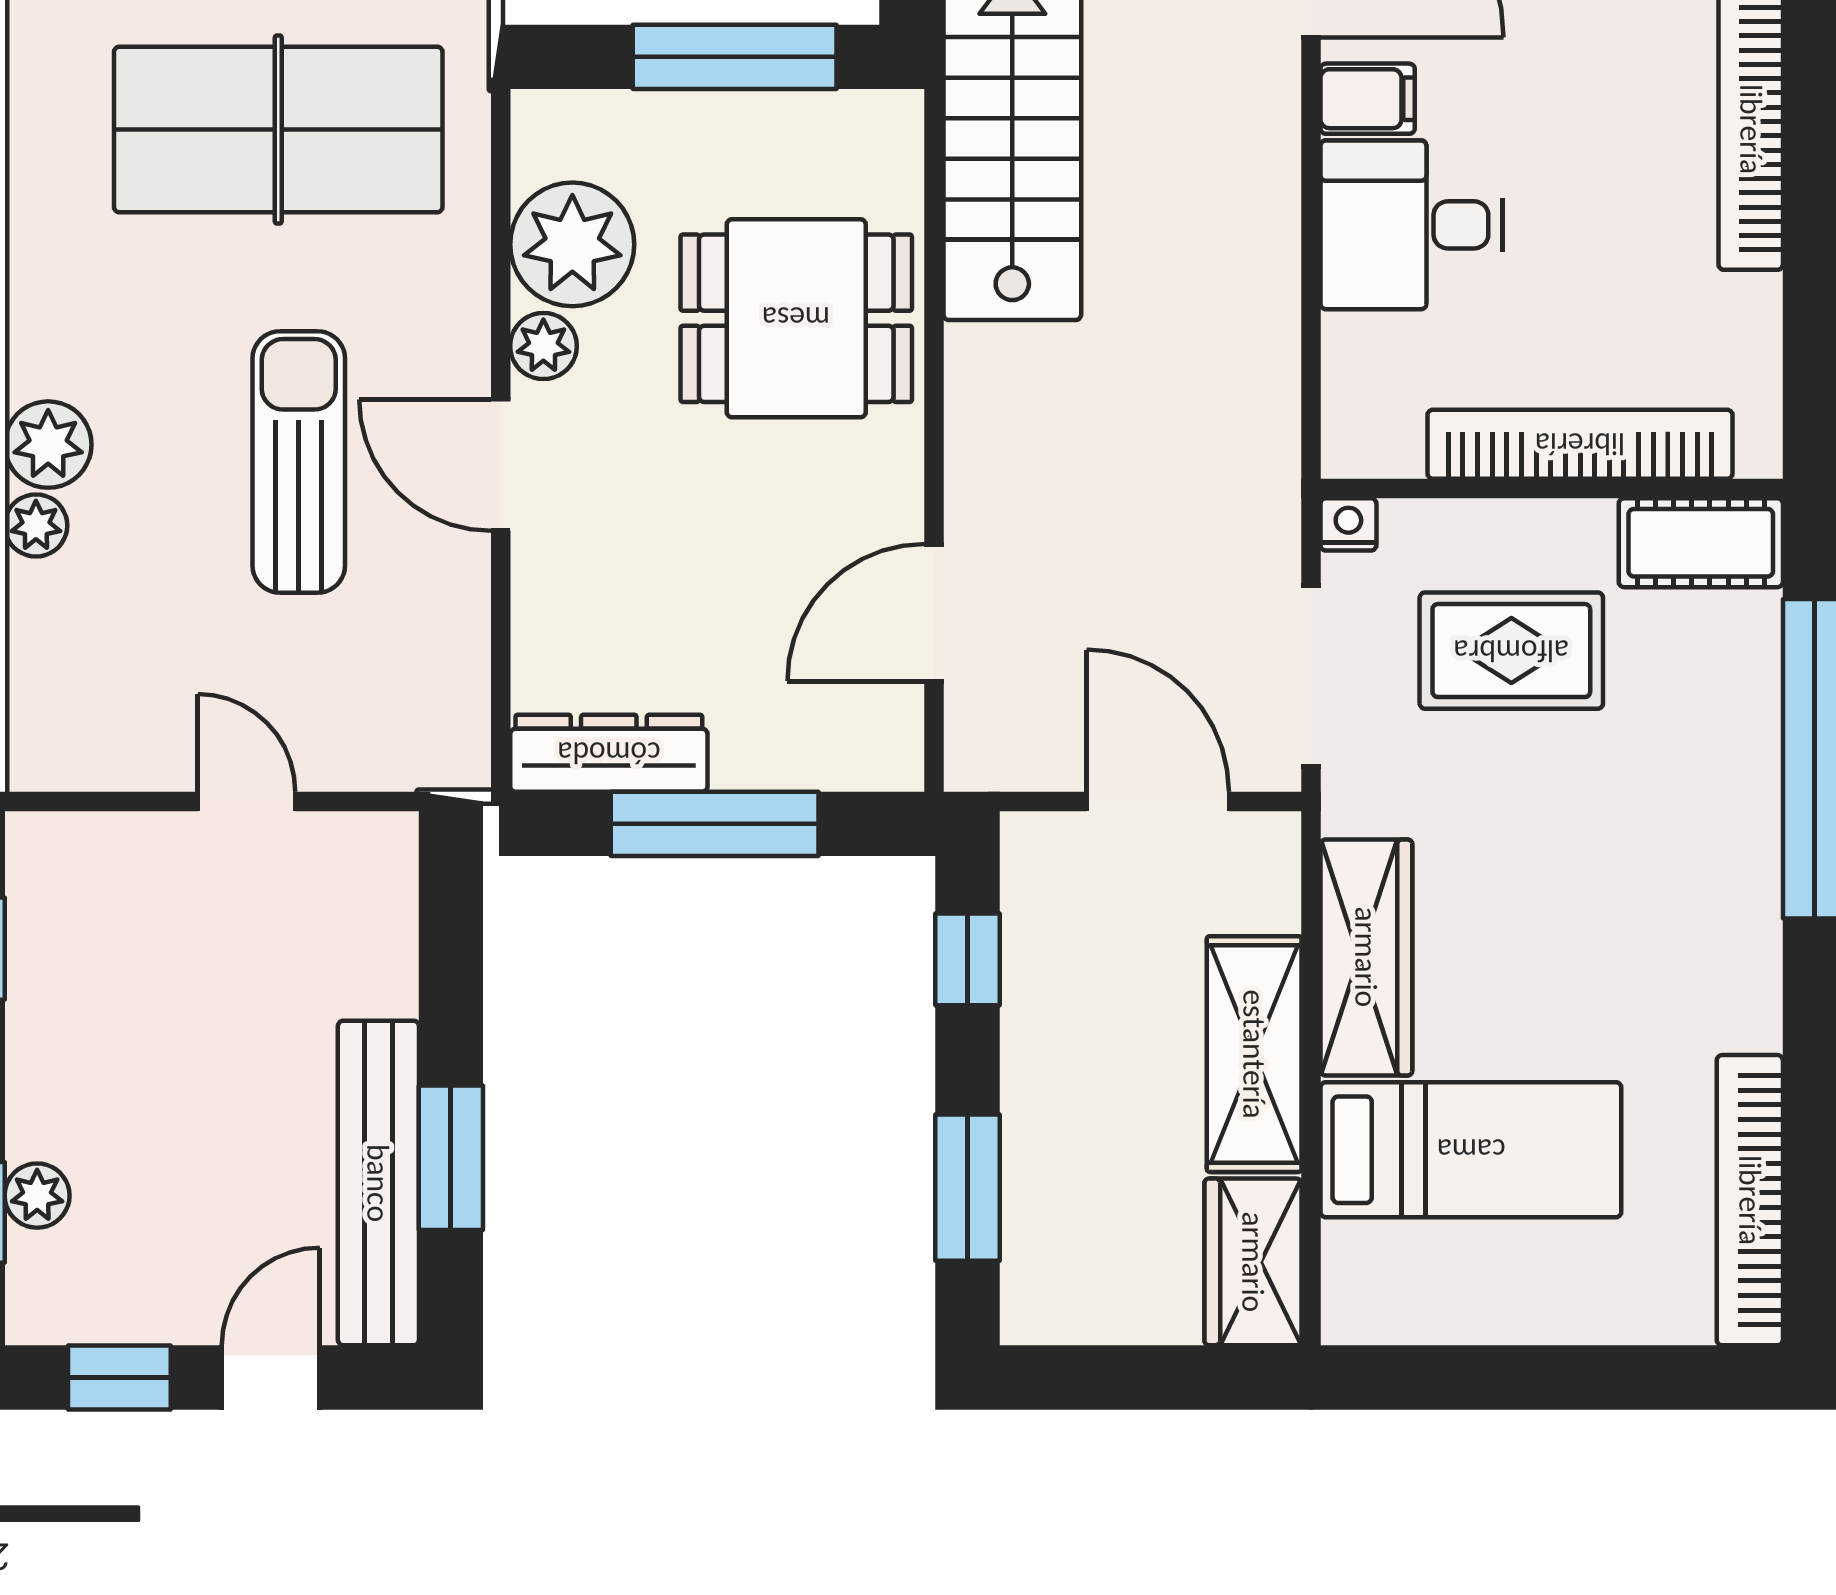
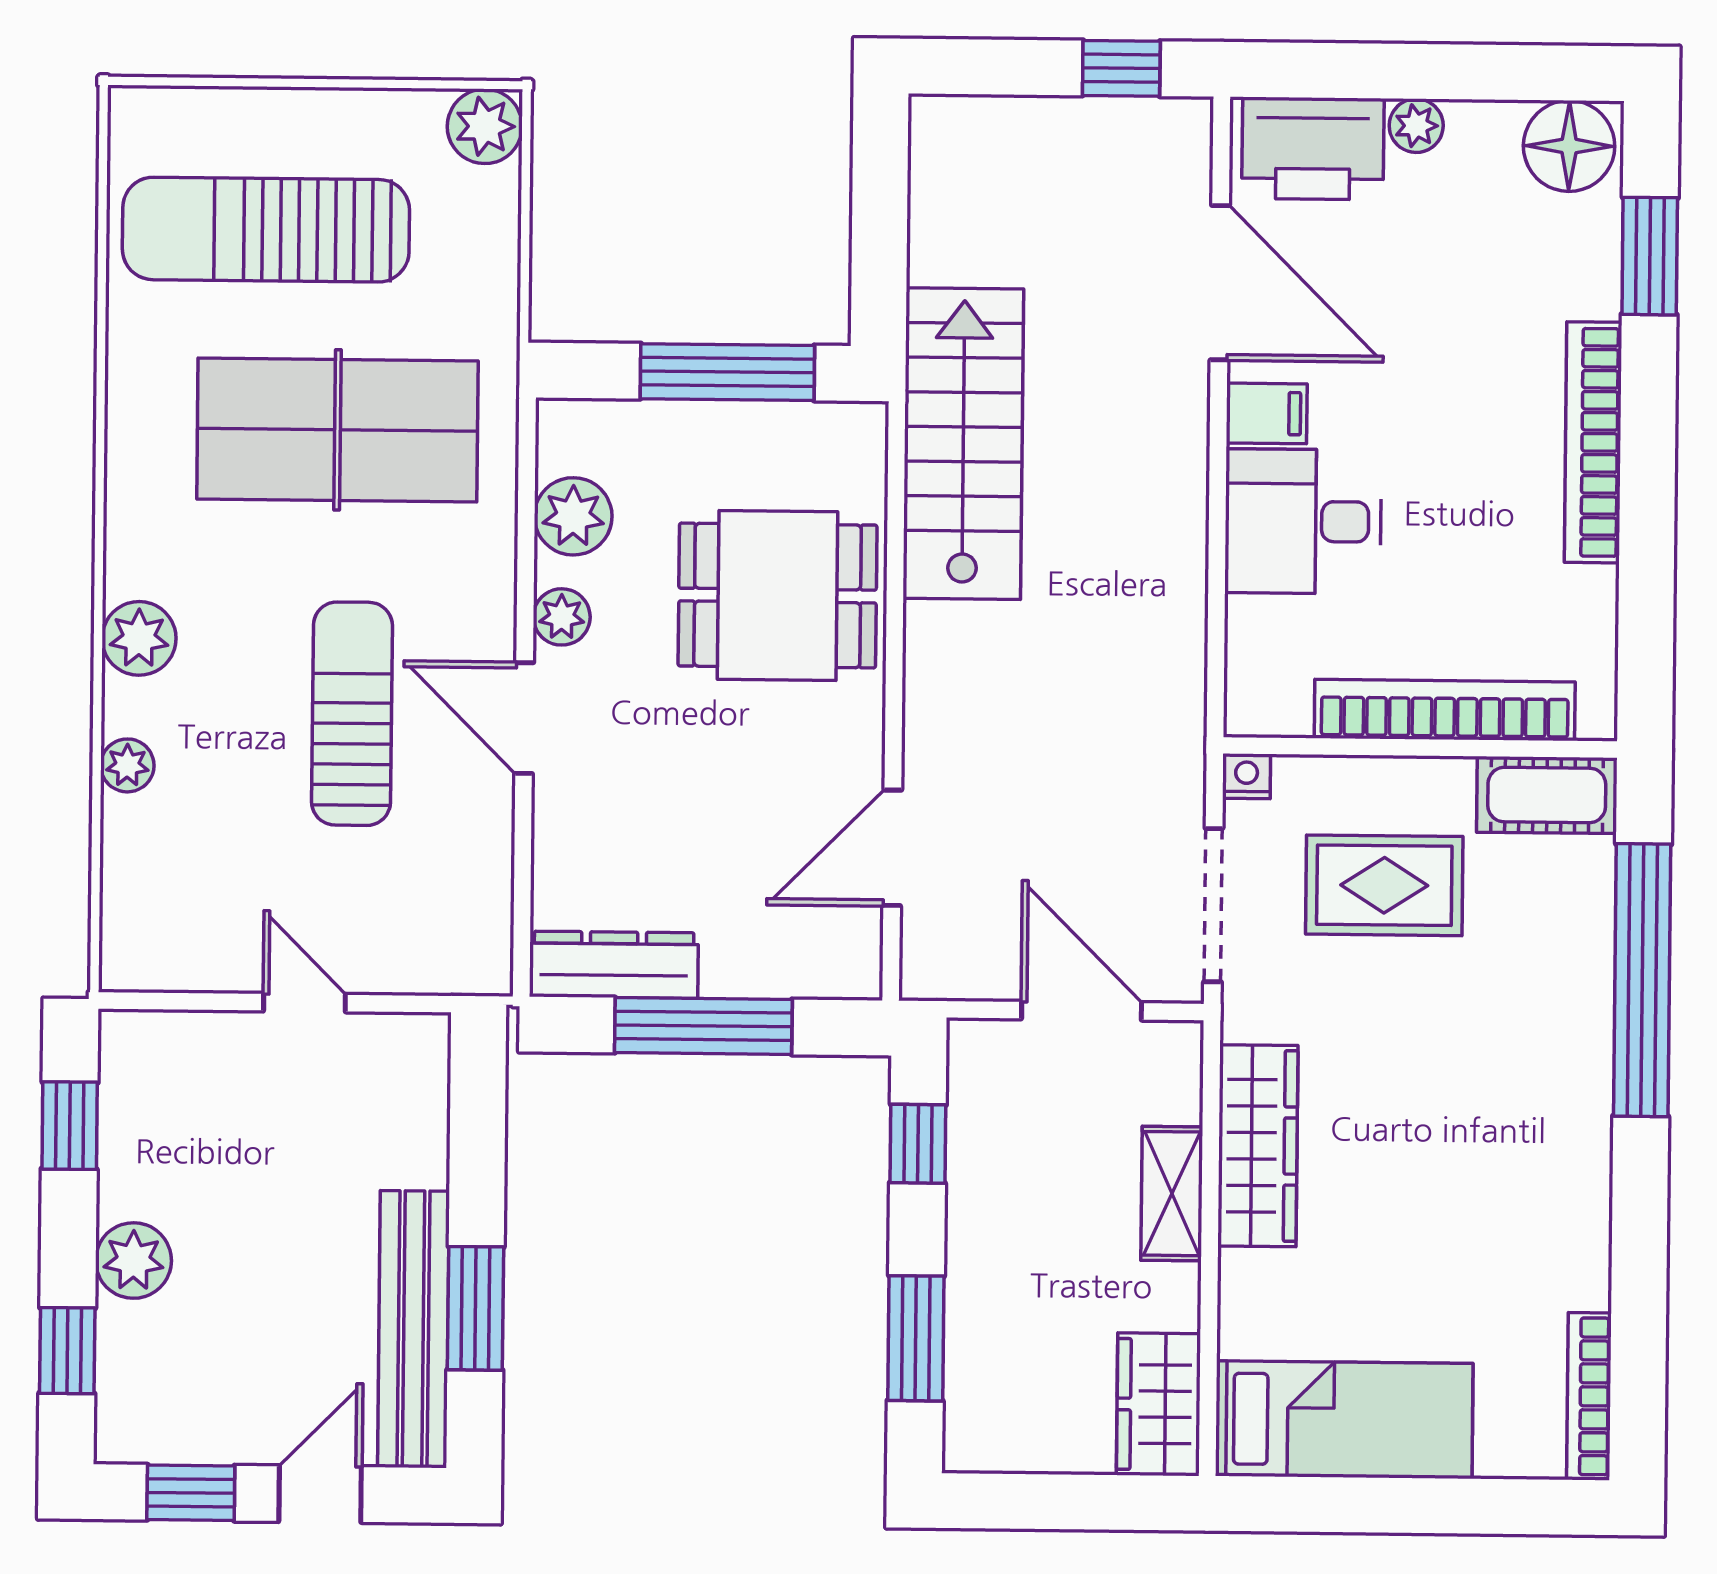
plant: (572, 244) -> (573, 516), width x0.73, depth x0.73
plant: (48, 445) -> (139, 638), moved
shelving: (1254, 1054) -> (1172, 1194), width x0.67, depth x0.75
bed: (1471, 1150) -> (1344, 1420), moved
plant: (37, 1196) -> (133, 1261), moved, width x1.38, depth x1.38
bookcase: (1750, 1200) -> (1589, 1396), width x0.68, depth x0.76

